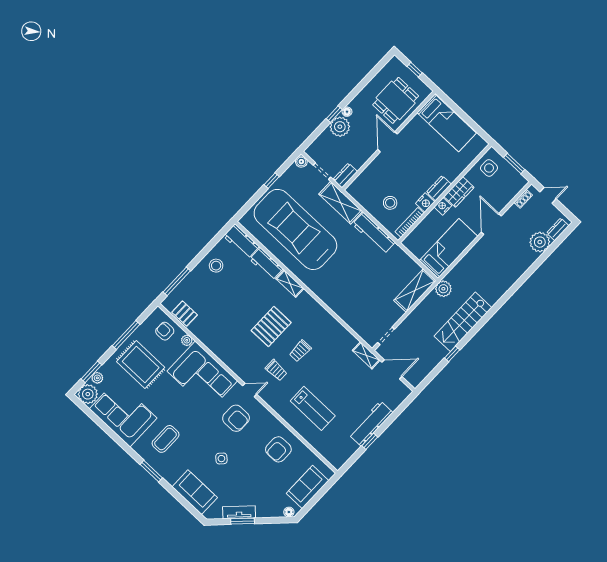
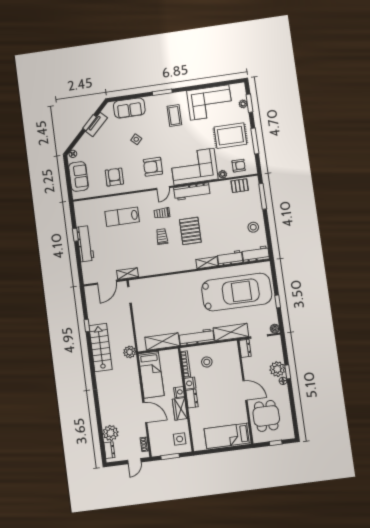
shelving: (415, 291) -> (162, 342), moved, turned 90
workbench: (230, 357) -> (192, 192), added
plant: (88, 394) -> (238, 91), removed

